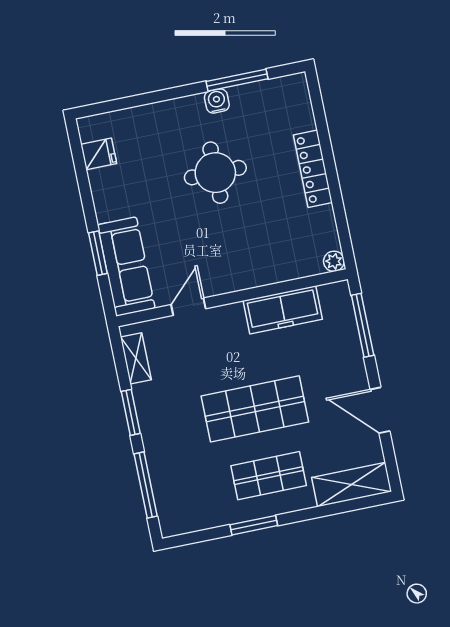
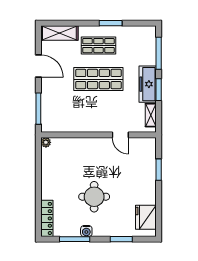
window: (144, 99) -> (121, 239), added
fridge: (99, 154) -> (146, 217), width x1.88, depth x1.34
locker: (313, 169) -> (47, 218), moved
sofa: (126, 266) -> (146, 160), removed
door: (188, 307) -> (120, 135), hinge flipped
freezer: (283, 310) -> (148, 84), moved, turned -90

